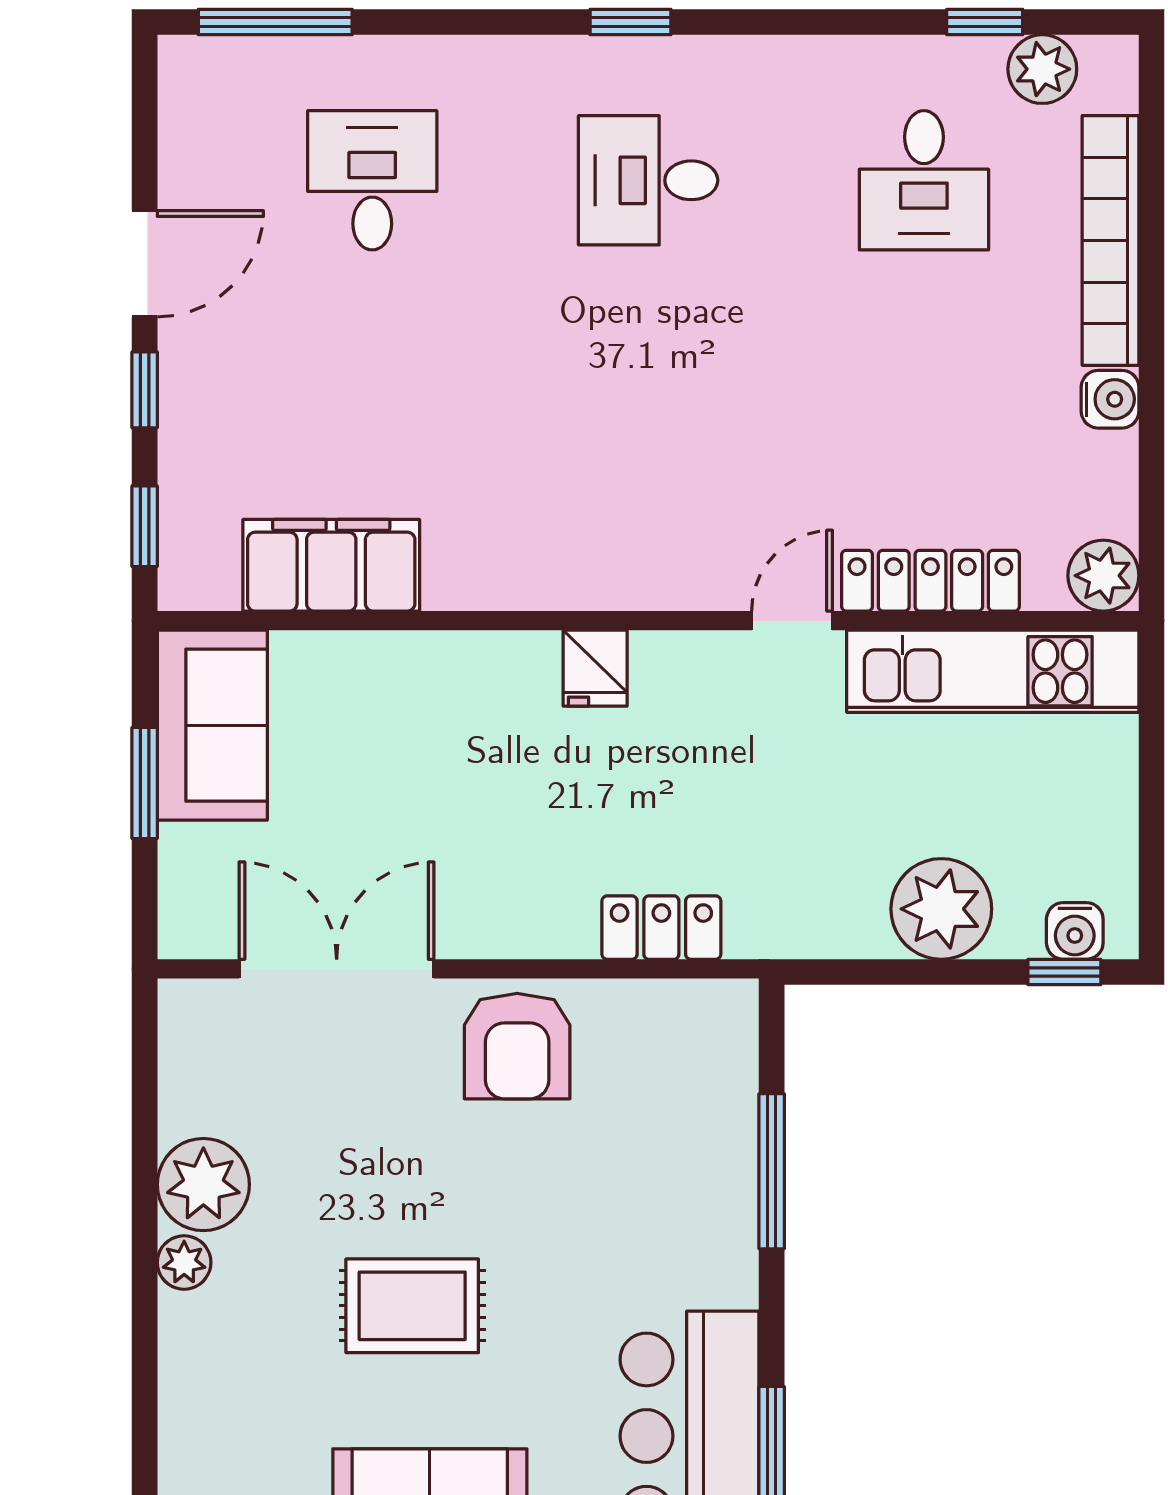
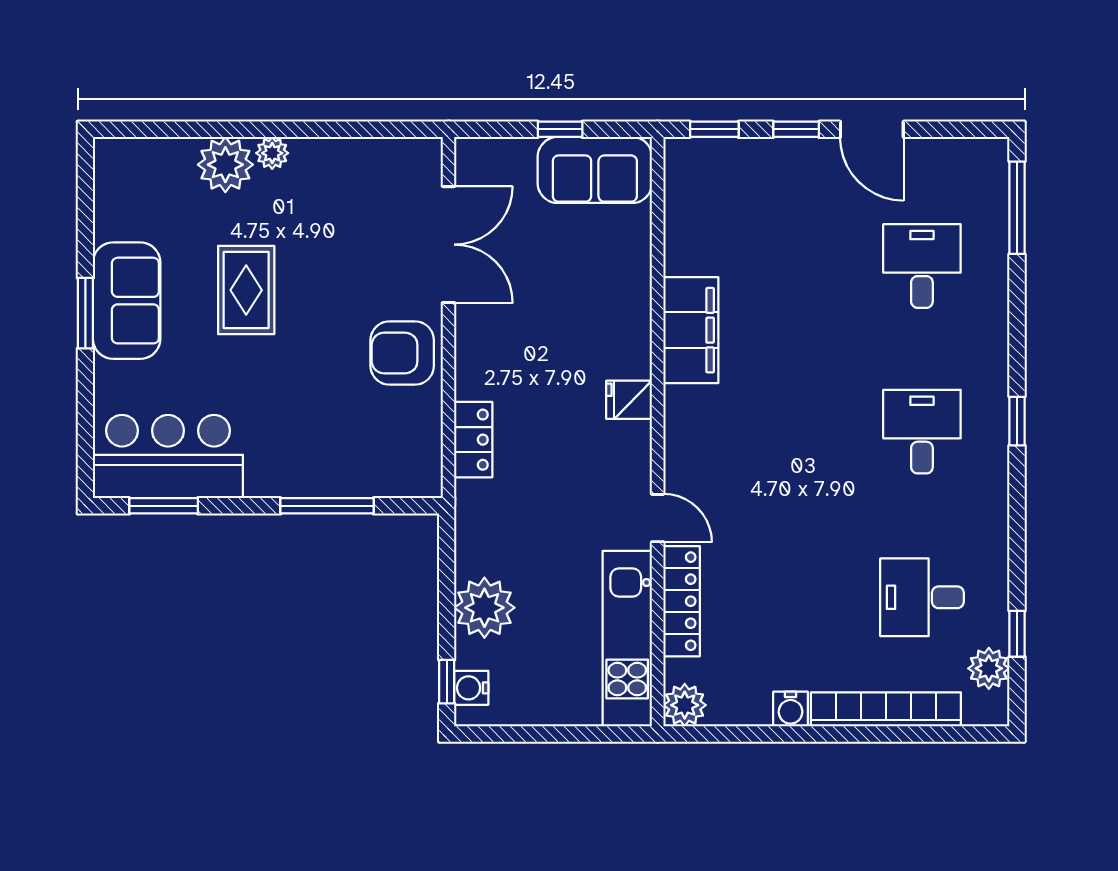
desk: (372, 180) -> (922, 266), turned -90
filing cabinet: (331, 565) -> (691, 330), moved
window: (145, 783) -> (560, 129), width x0.67
plant: (203, 1185) -> (225, 165), moved

